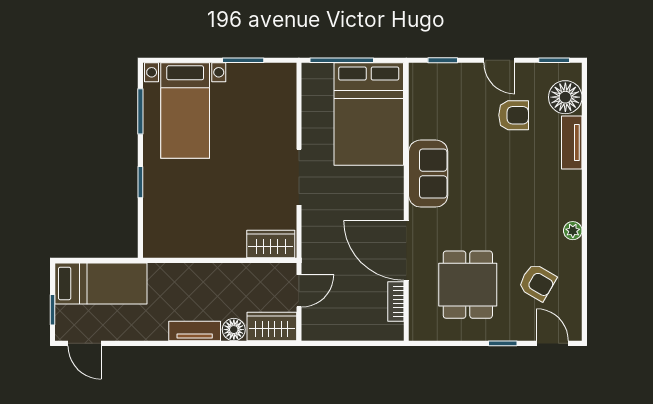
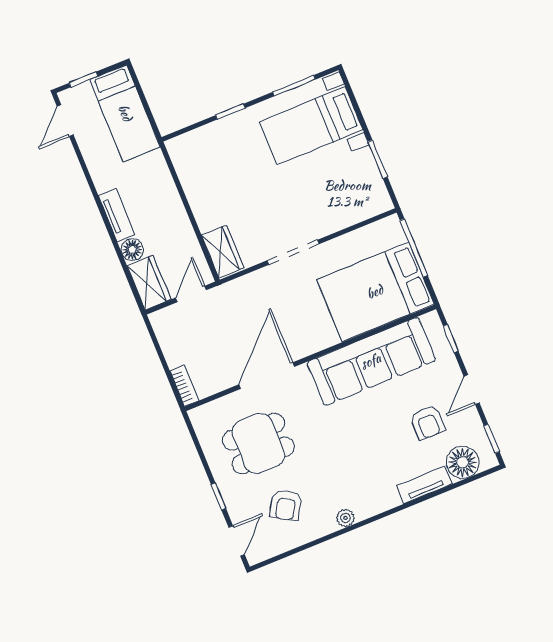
sofa: (428, 174) -> (371, 361), width x1.85, depth x1.27
door: (299, 291) -> (191, 294), swing flipped
bookcase: (396, 302) -> (184, 386), moved, turned 90

